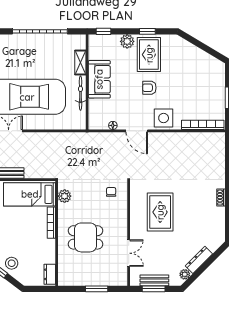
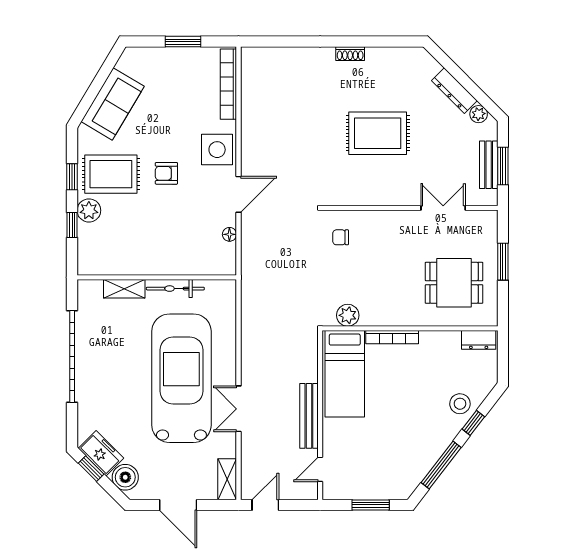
window: (104, 31) -> (72, 225), moved
sofa: (99, 79) -> (113, 104), moved, turned 121
armchair: (149, 88) -> (166, 173), turned 90
rug: (160, 212) -> (378, 133), moved
dining table: (85, 237) -> (454, 283), moved, turned 90

